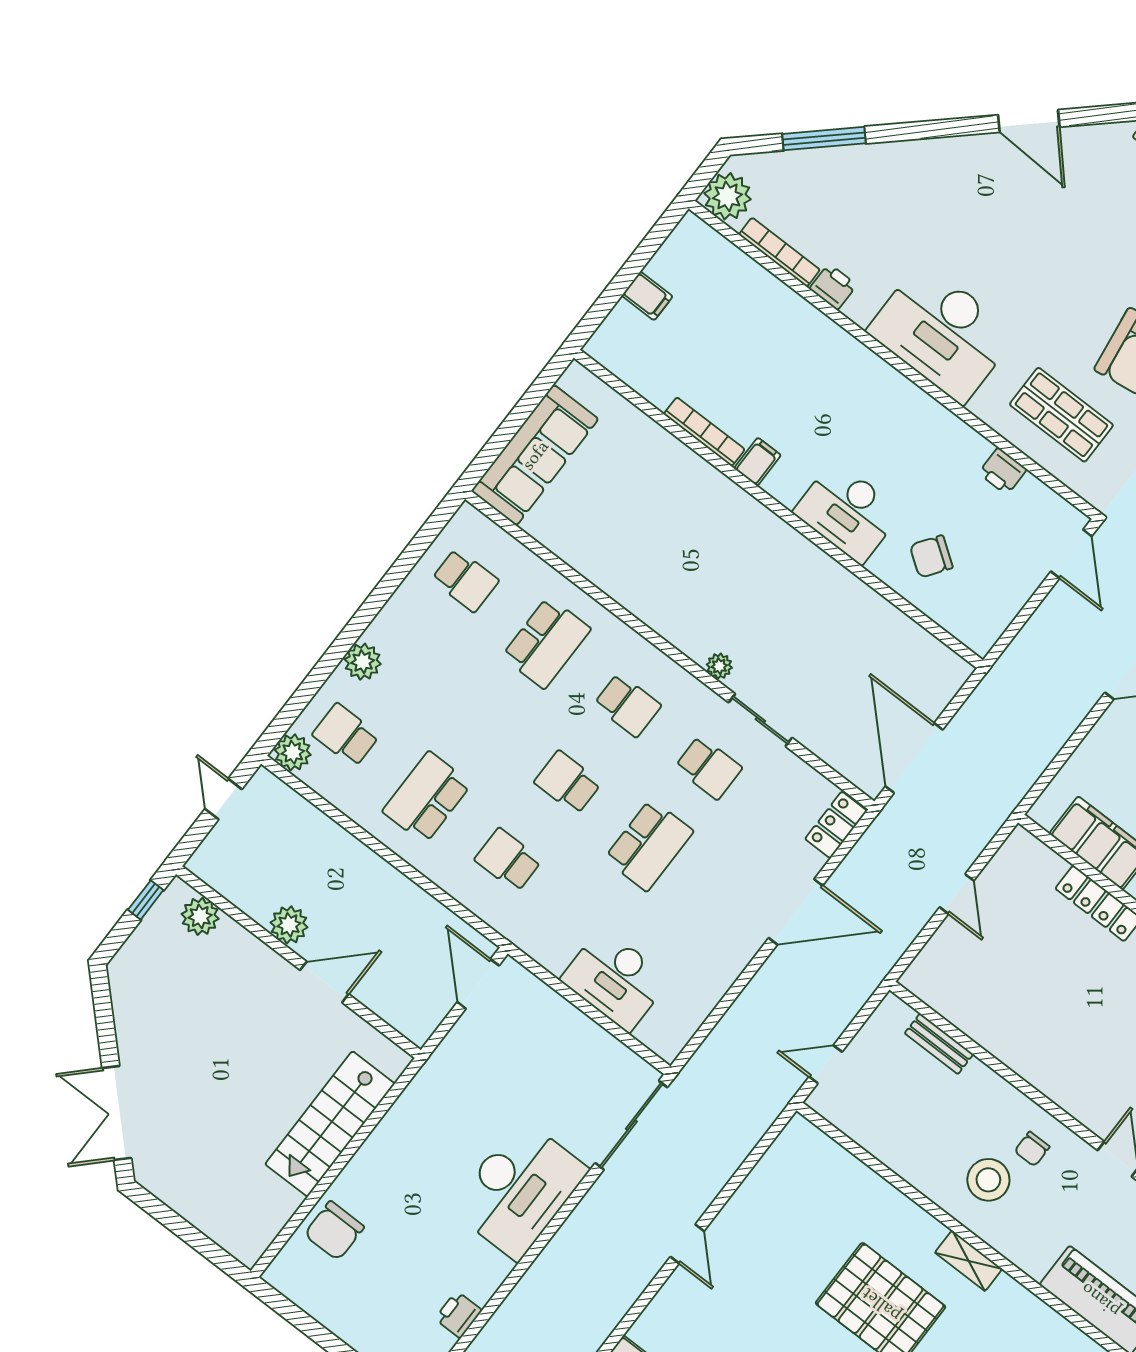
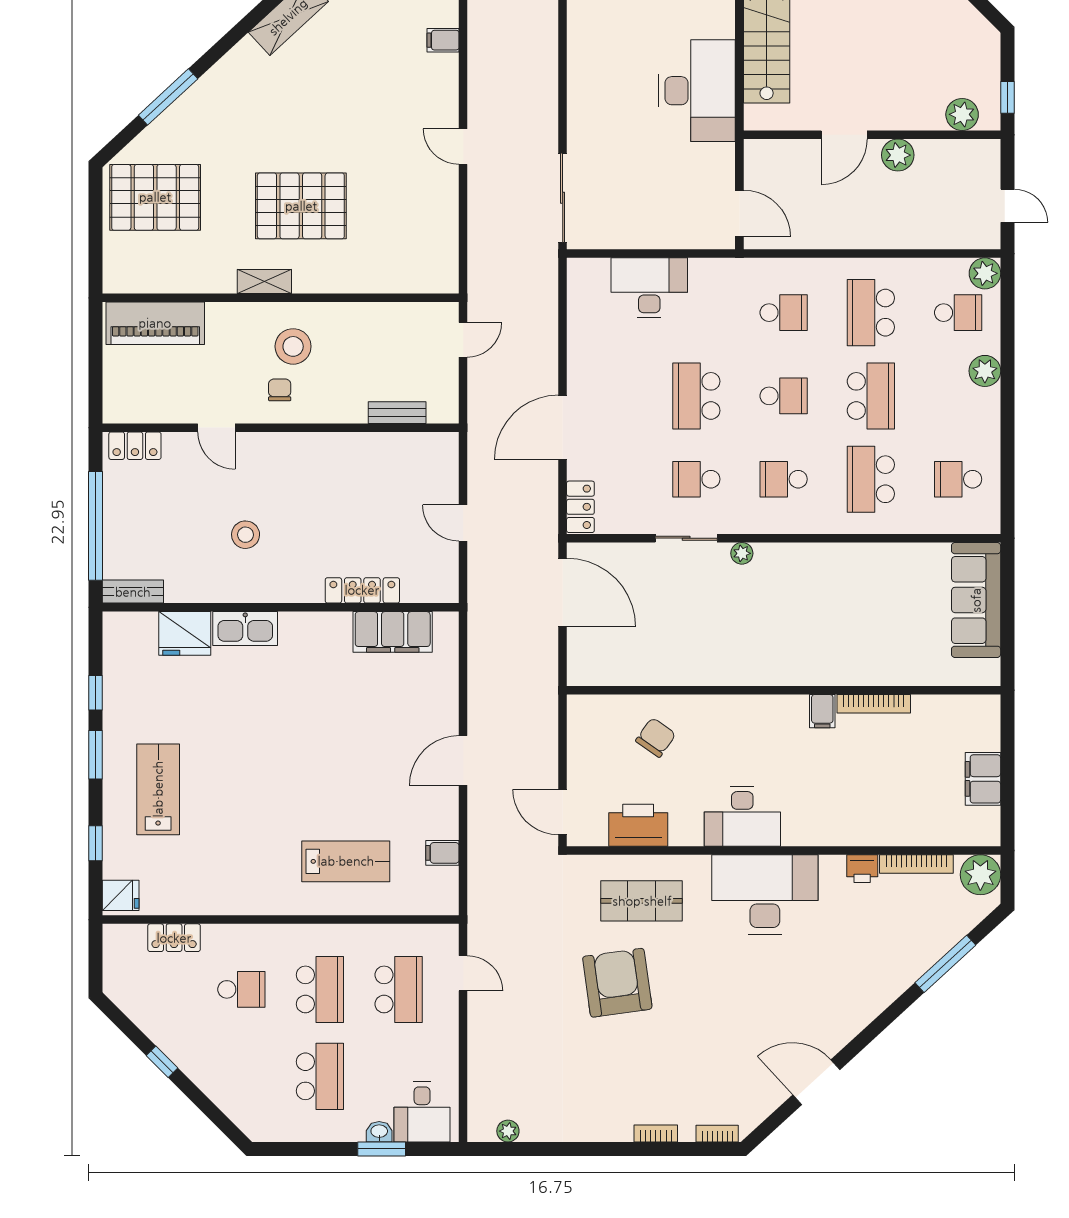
filing cabinet: (647, 296) -> (983, 779), width x2.00
printer: (1003, 471) -> (638, 825), width x1.87, depth x1.48
desk: (848, 512) -> (742, 817), moved, turned 180
school desk: (487, 720) -> (871, 396), added
school desk: (427, 798) -> (871, 313), turned 180
desk: (519, 1189) -> (697, 91), moved, turned 180

